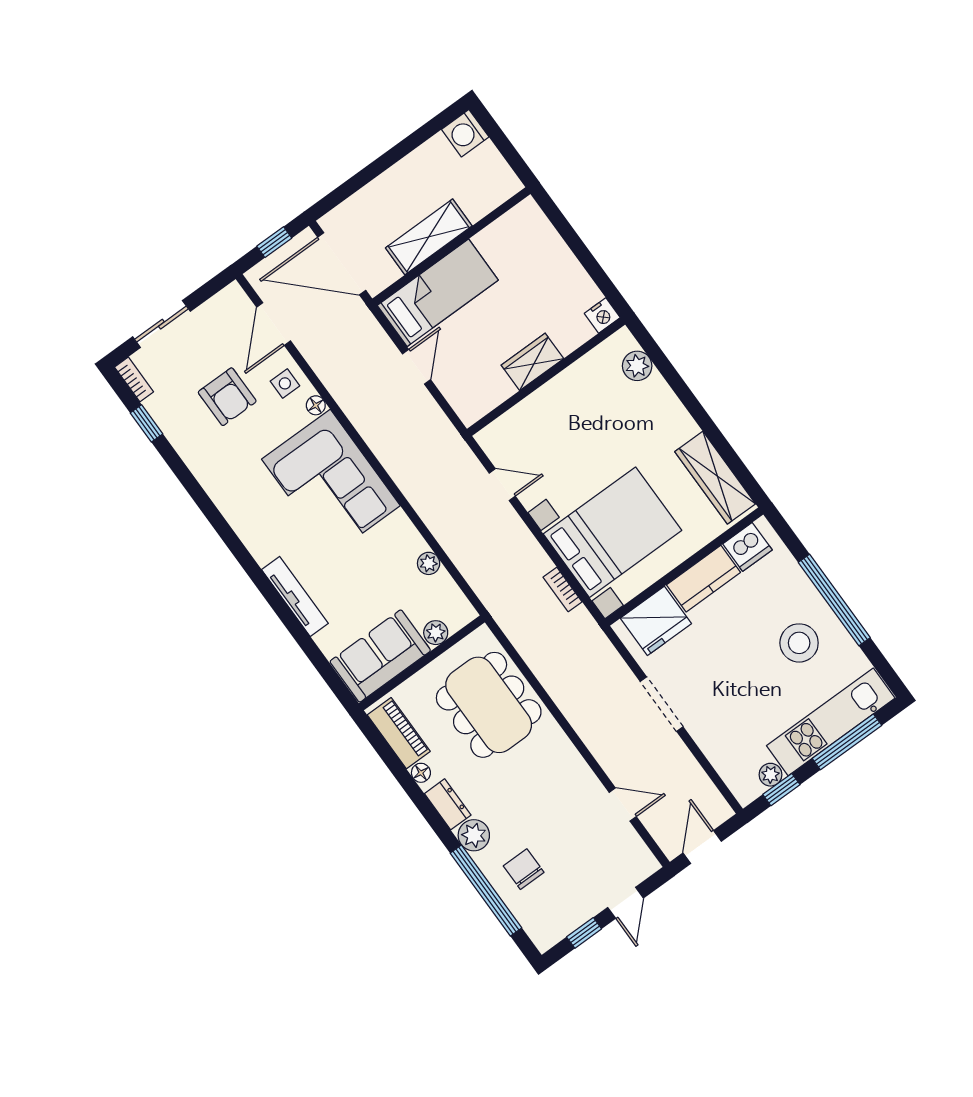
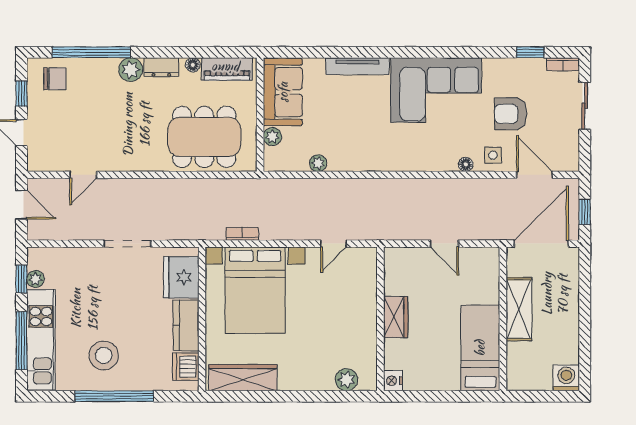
bed: (438, 293) -> (480, 348), moved, turned 180
corner sofa: (331, 482) -> (436, 90), moved, turned 180
chair: (524, 869) -> (55, 79), moved

